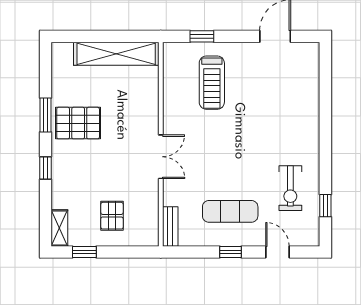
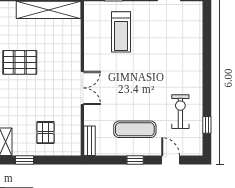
exercise bike: (290, 188) -> (180, 112), turned 180

